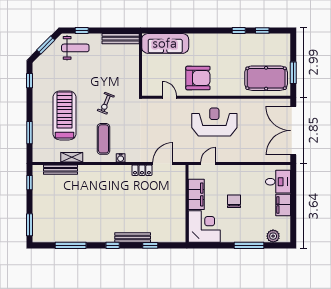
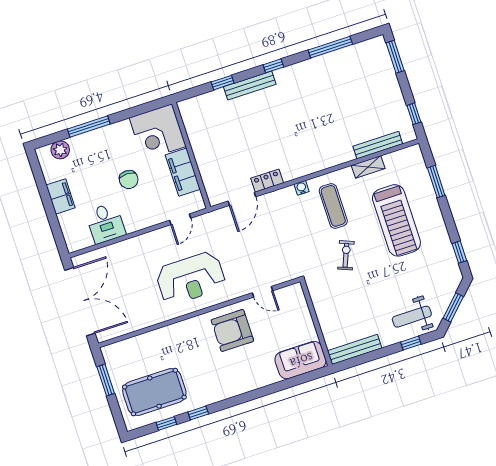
sofa: (165, 43) -> (301, 360), width x0.73
pool table: (266, 78) -> (154, 392), moved
desk: (278, 182) -> (106, 223), moved, turned -90

